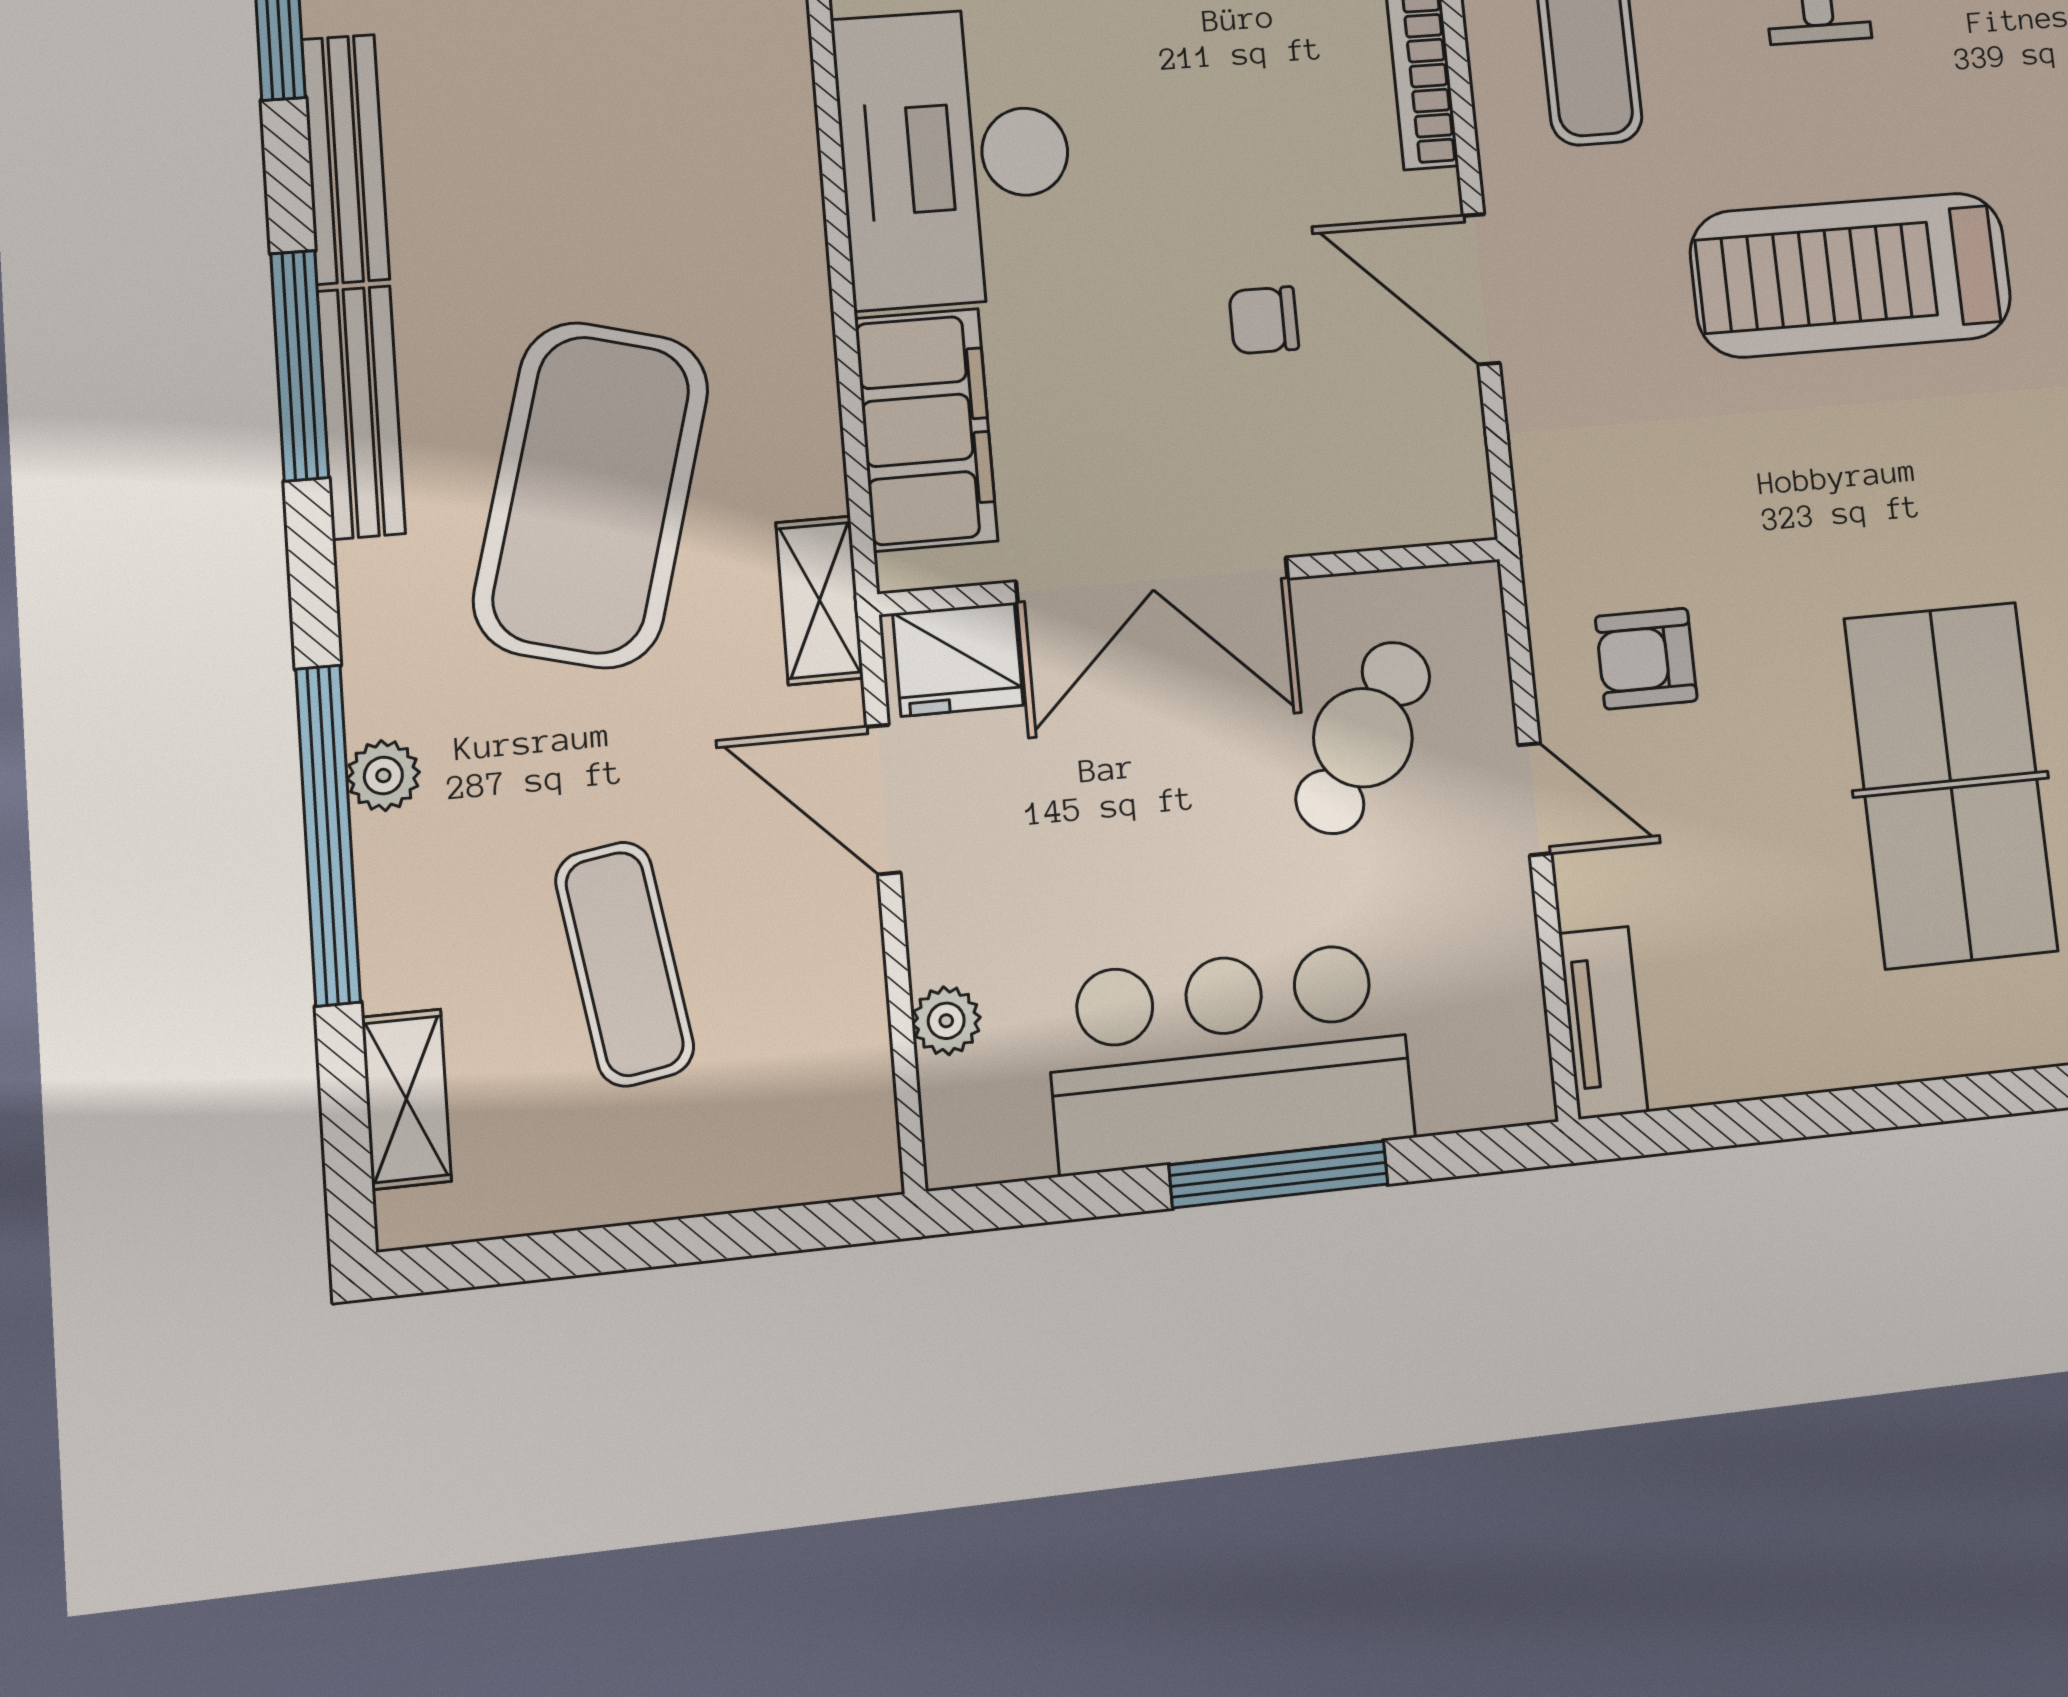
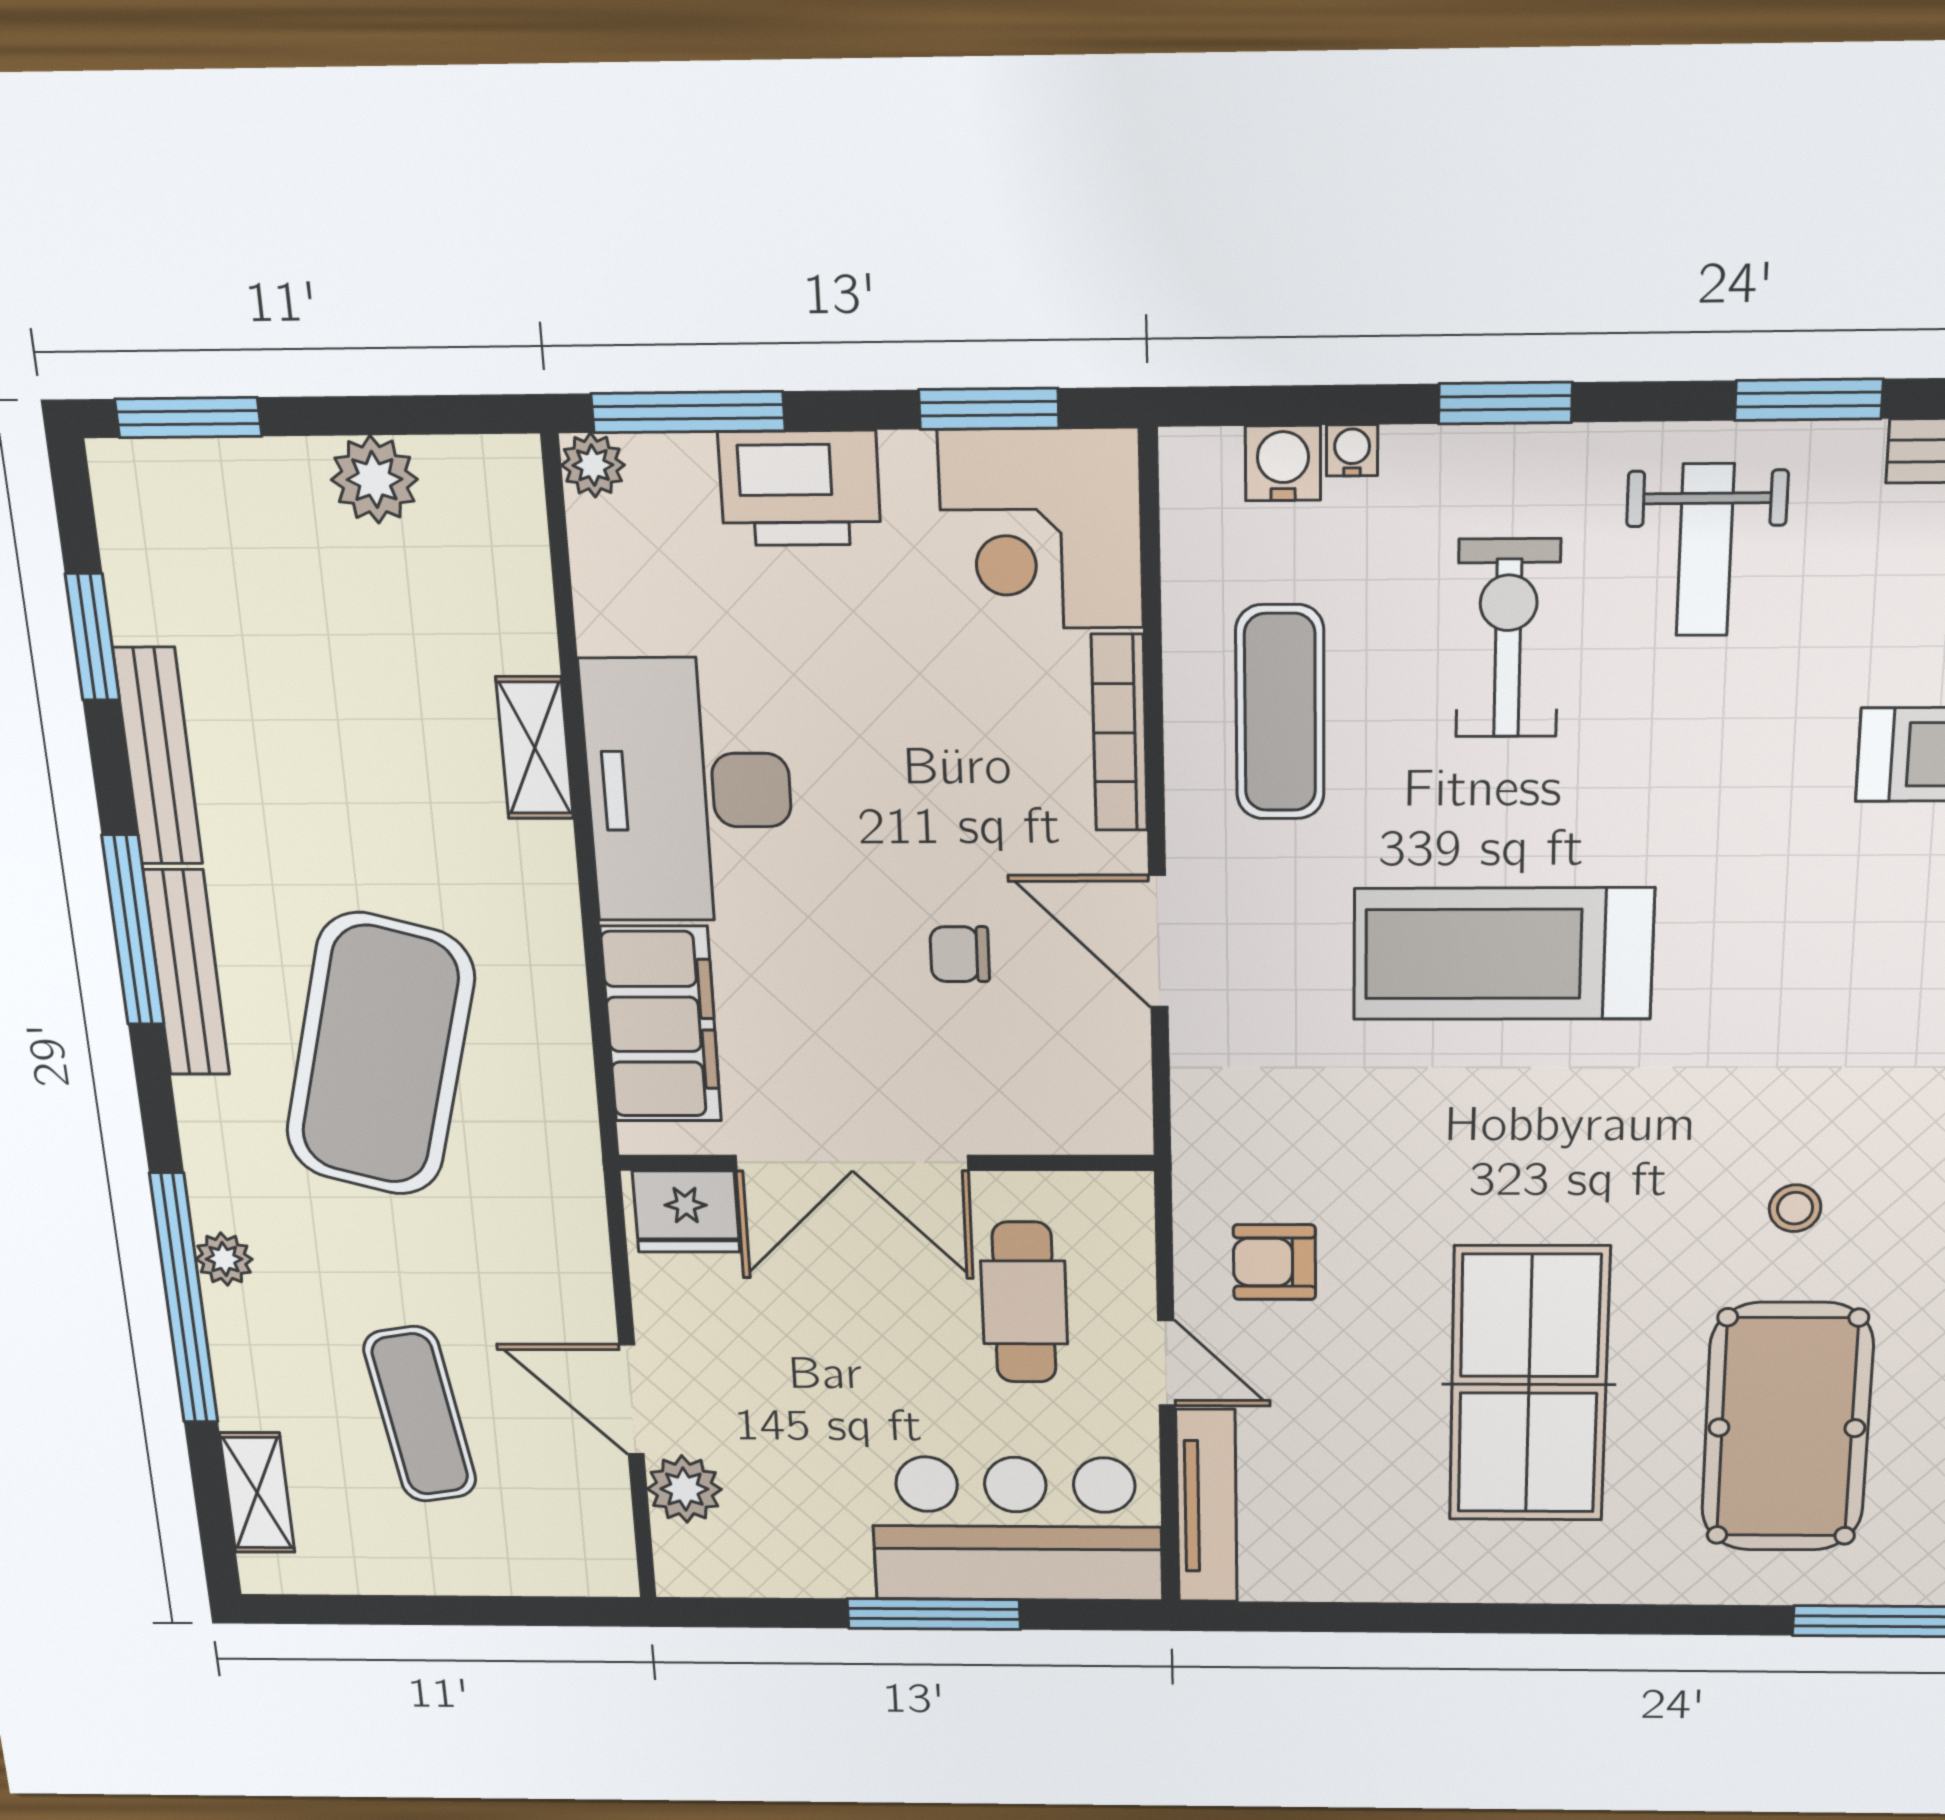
shelving: (819, 600) -> (535, 748), moved
cafe table: (1363, 738) -> (1024, 1302), turned -33
door: (883, 799) -> (631, 1400), moved
plant: (946, 1021) -> (684, 1489), width x1.38, depth x1.38
tv unit: (1603, 1022) -> (1207, 1506), width x1.41
bar counter: (1229, 1057) -> (1017, 1529), moved

